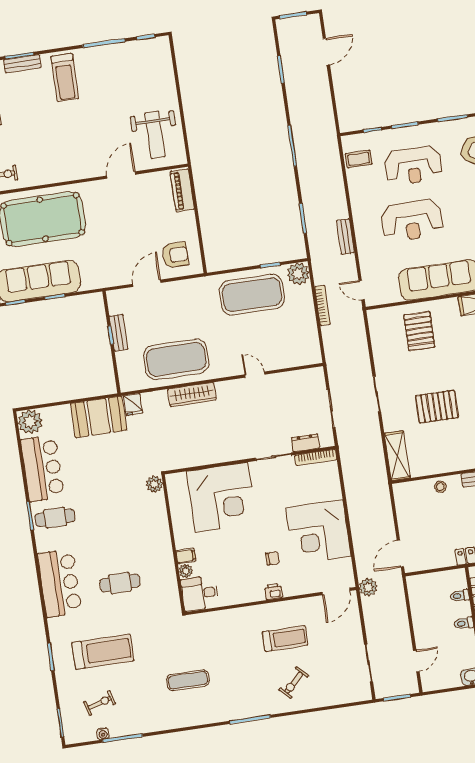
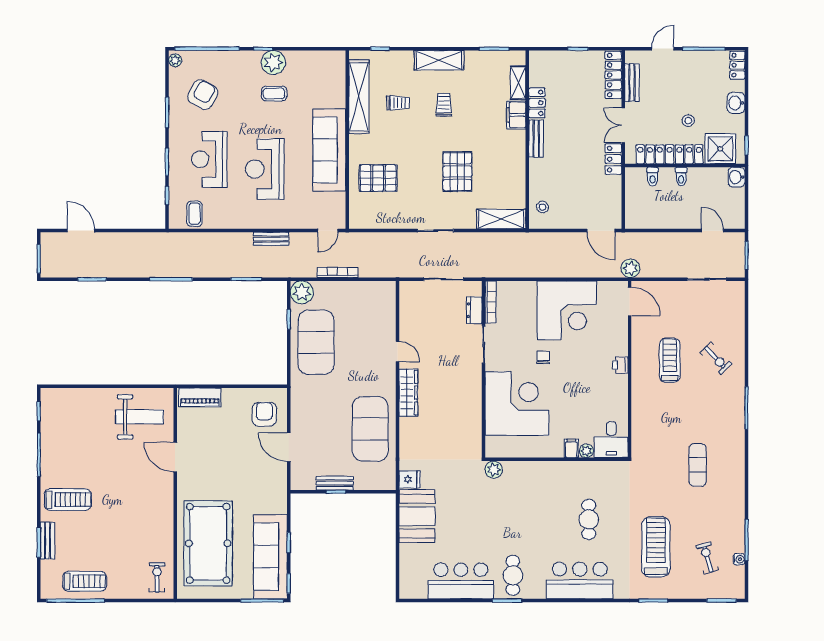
reception desk: (413, 166) -> (209, 159), turned 180
reception desk: (412, 220) -> (265, 169), turned 180
door: (255, 375) -> (398, 352), swing flipped
wardrobe: (192, 395) -> (408, 393), moved
plant: (30, 422) -> (412, 586), removed
stool: (440, 487) -> (543, 207), moved
chair: (273, 558) -> (543, 357), moved

